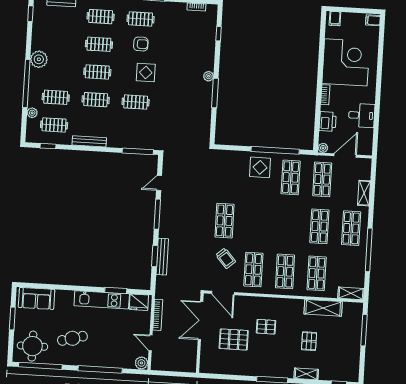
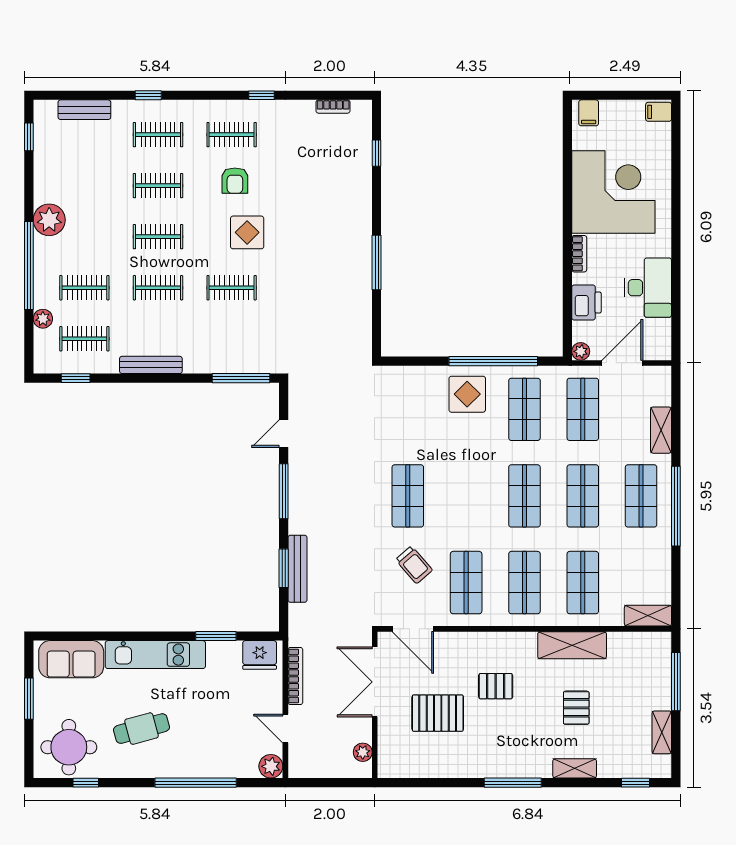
armchair: (141, 44) -> (235, 181), turned 90
plant: (209, 76) -> (363, 752), moved
desk: (362, 115) -> (648, 288), width x1.37
shop shelf: (288, 224) -> (524, 496), added
window: (369, 250) -> (676, 506), moved
kitchen unit: (102, 300) -> (155, 655), moved
shelving: (323, 308) -> (572, 645), moved
shelving: (355, 357) -> (662, 732), added
window: (40, 366) -> (86, 783), width x0.32

